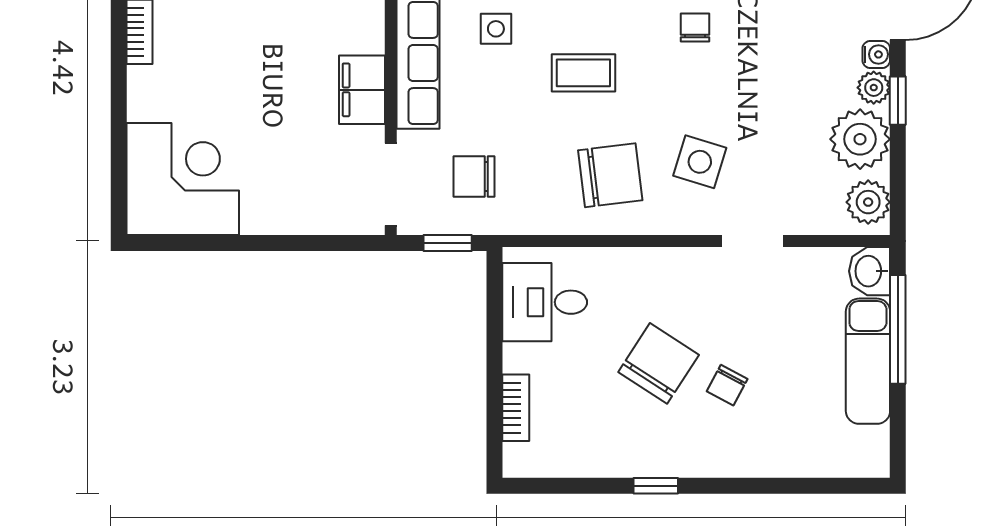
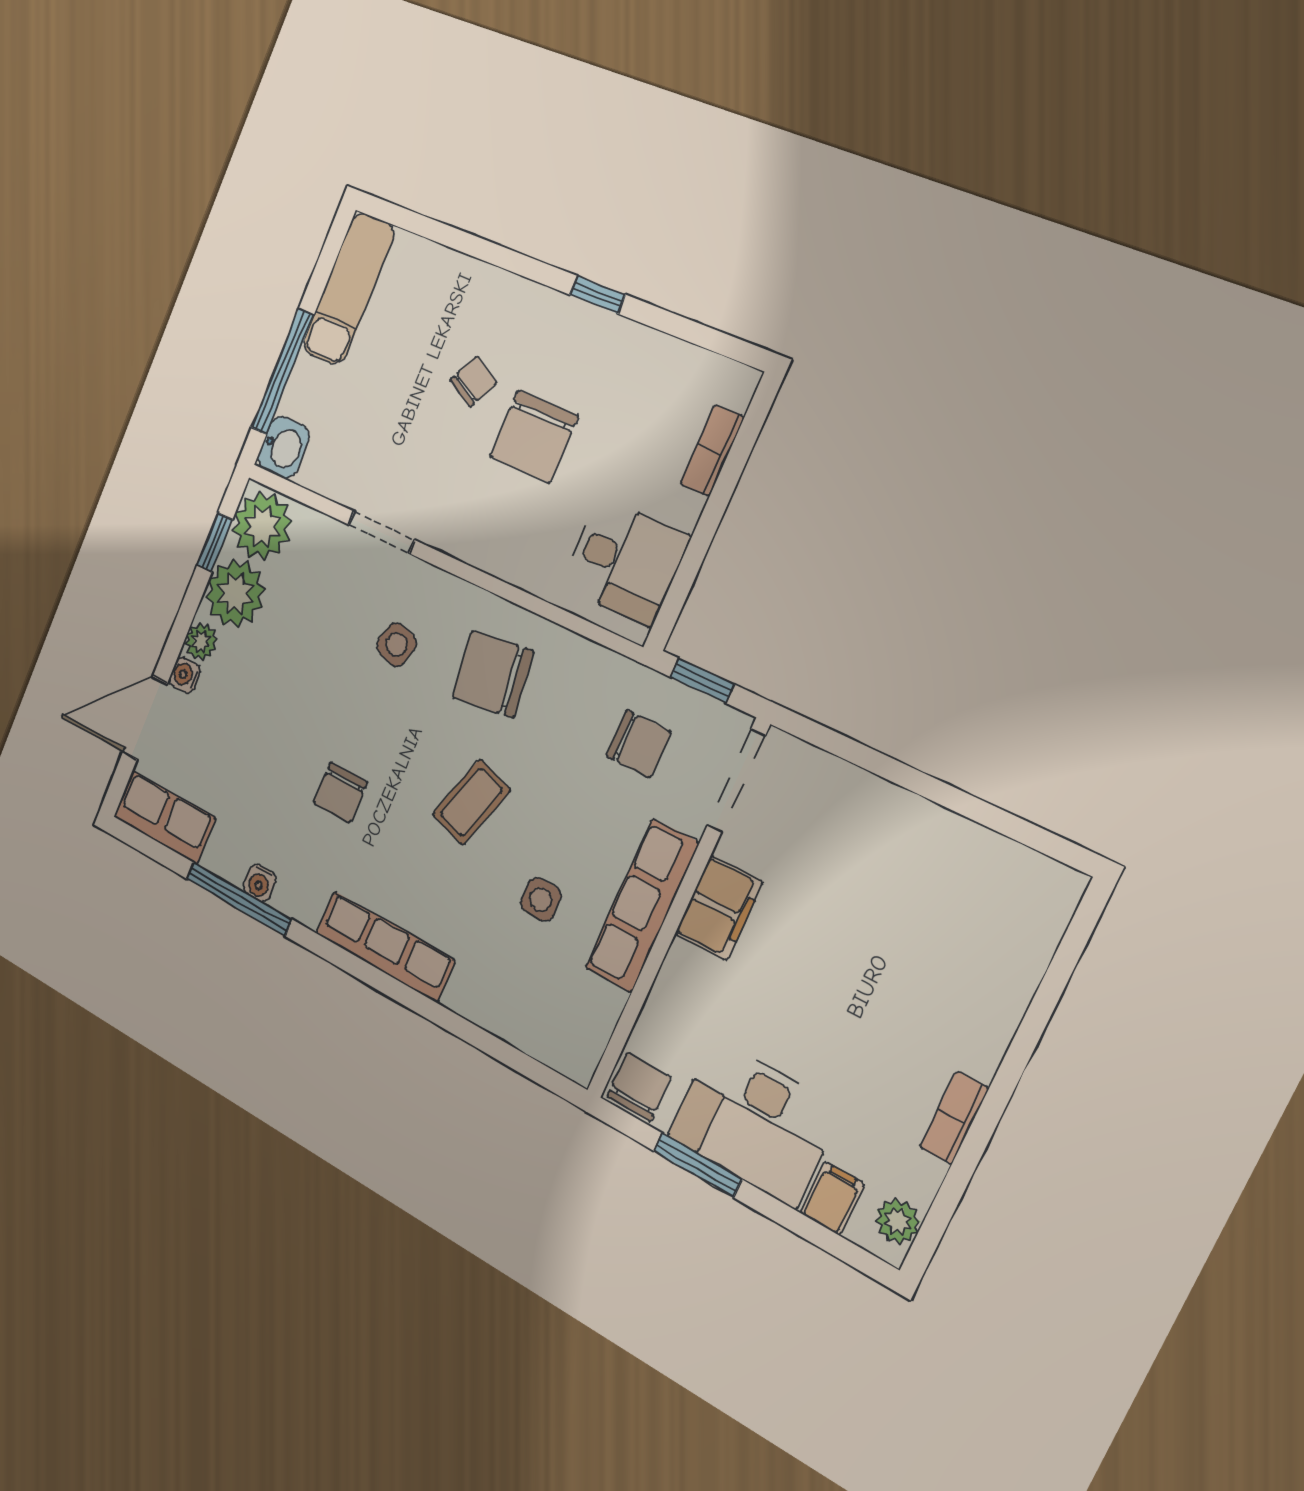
chair: (695, 28) -> (340, 793), width x1.37, depth x1.37
coffee table: (583, 73) -> (471, 802), turned -72
window: (898, 101) -> (215, 542), moved
side table: (700, 162) -> (397, 645), width x0.73, depth x0.73
corner desk: (183, 179) -> (986, 911), removed
plant: (868, 202) -> (262, 526), width x1.36, depth x1.36
exam couch: (868, 361) -> (349, 289), moved
chair: (659, 363) -> (534, 437), turned -33

